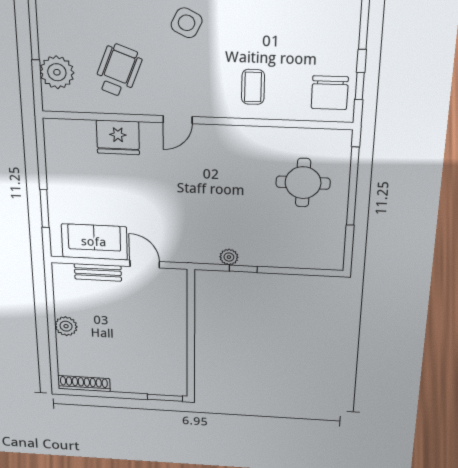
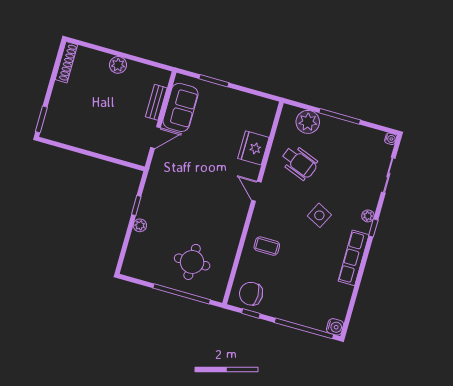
plant: (229, 257) -> (140, 225), moved

